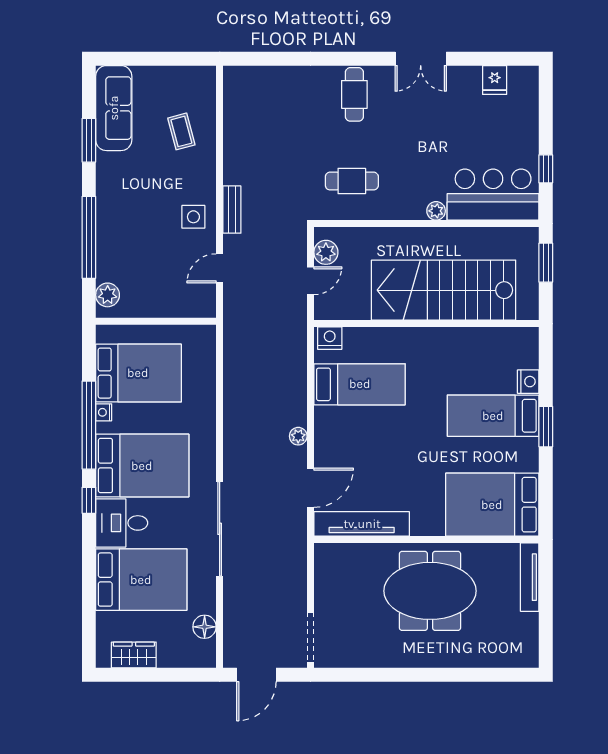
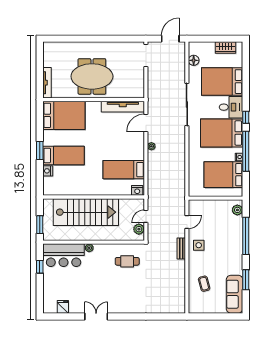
cafe table: (354, 94) -> (126, 300), removed

